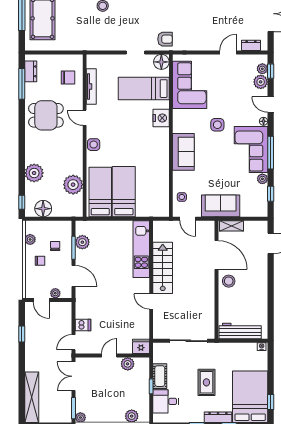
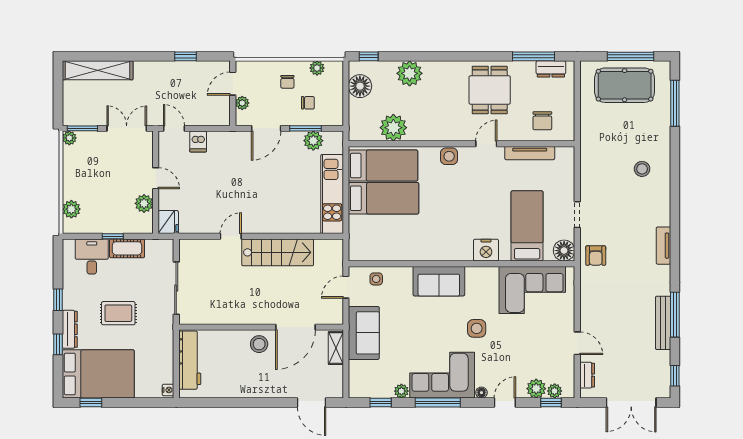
kitchen unit: (141, 249) -> (332, 194), moved, turned -90

